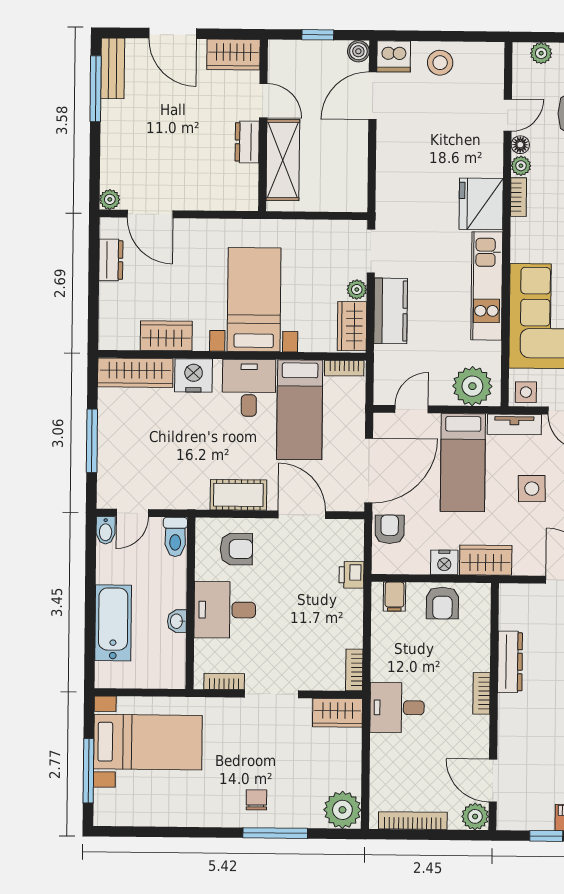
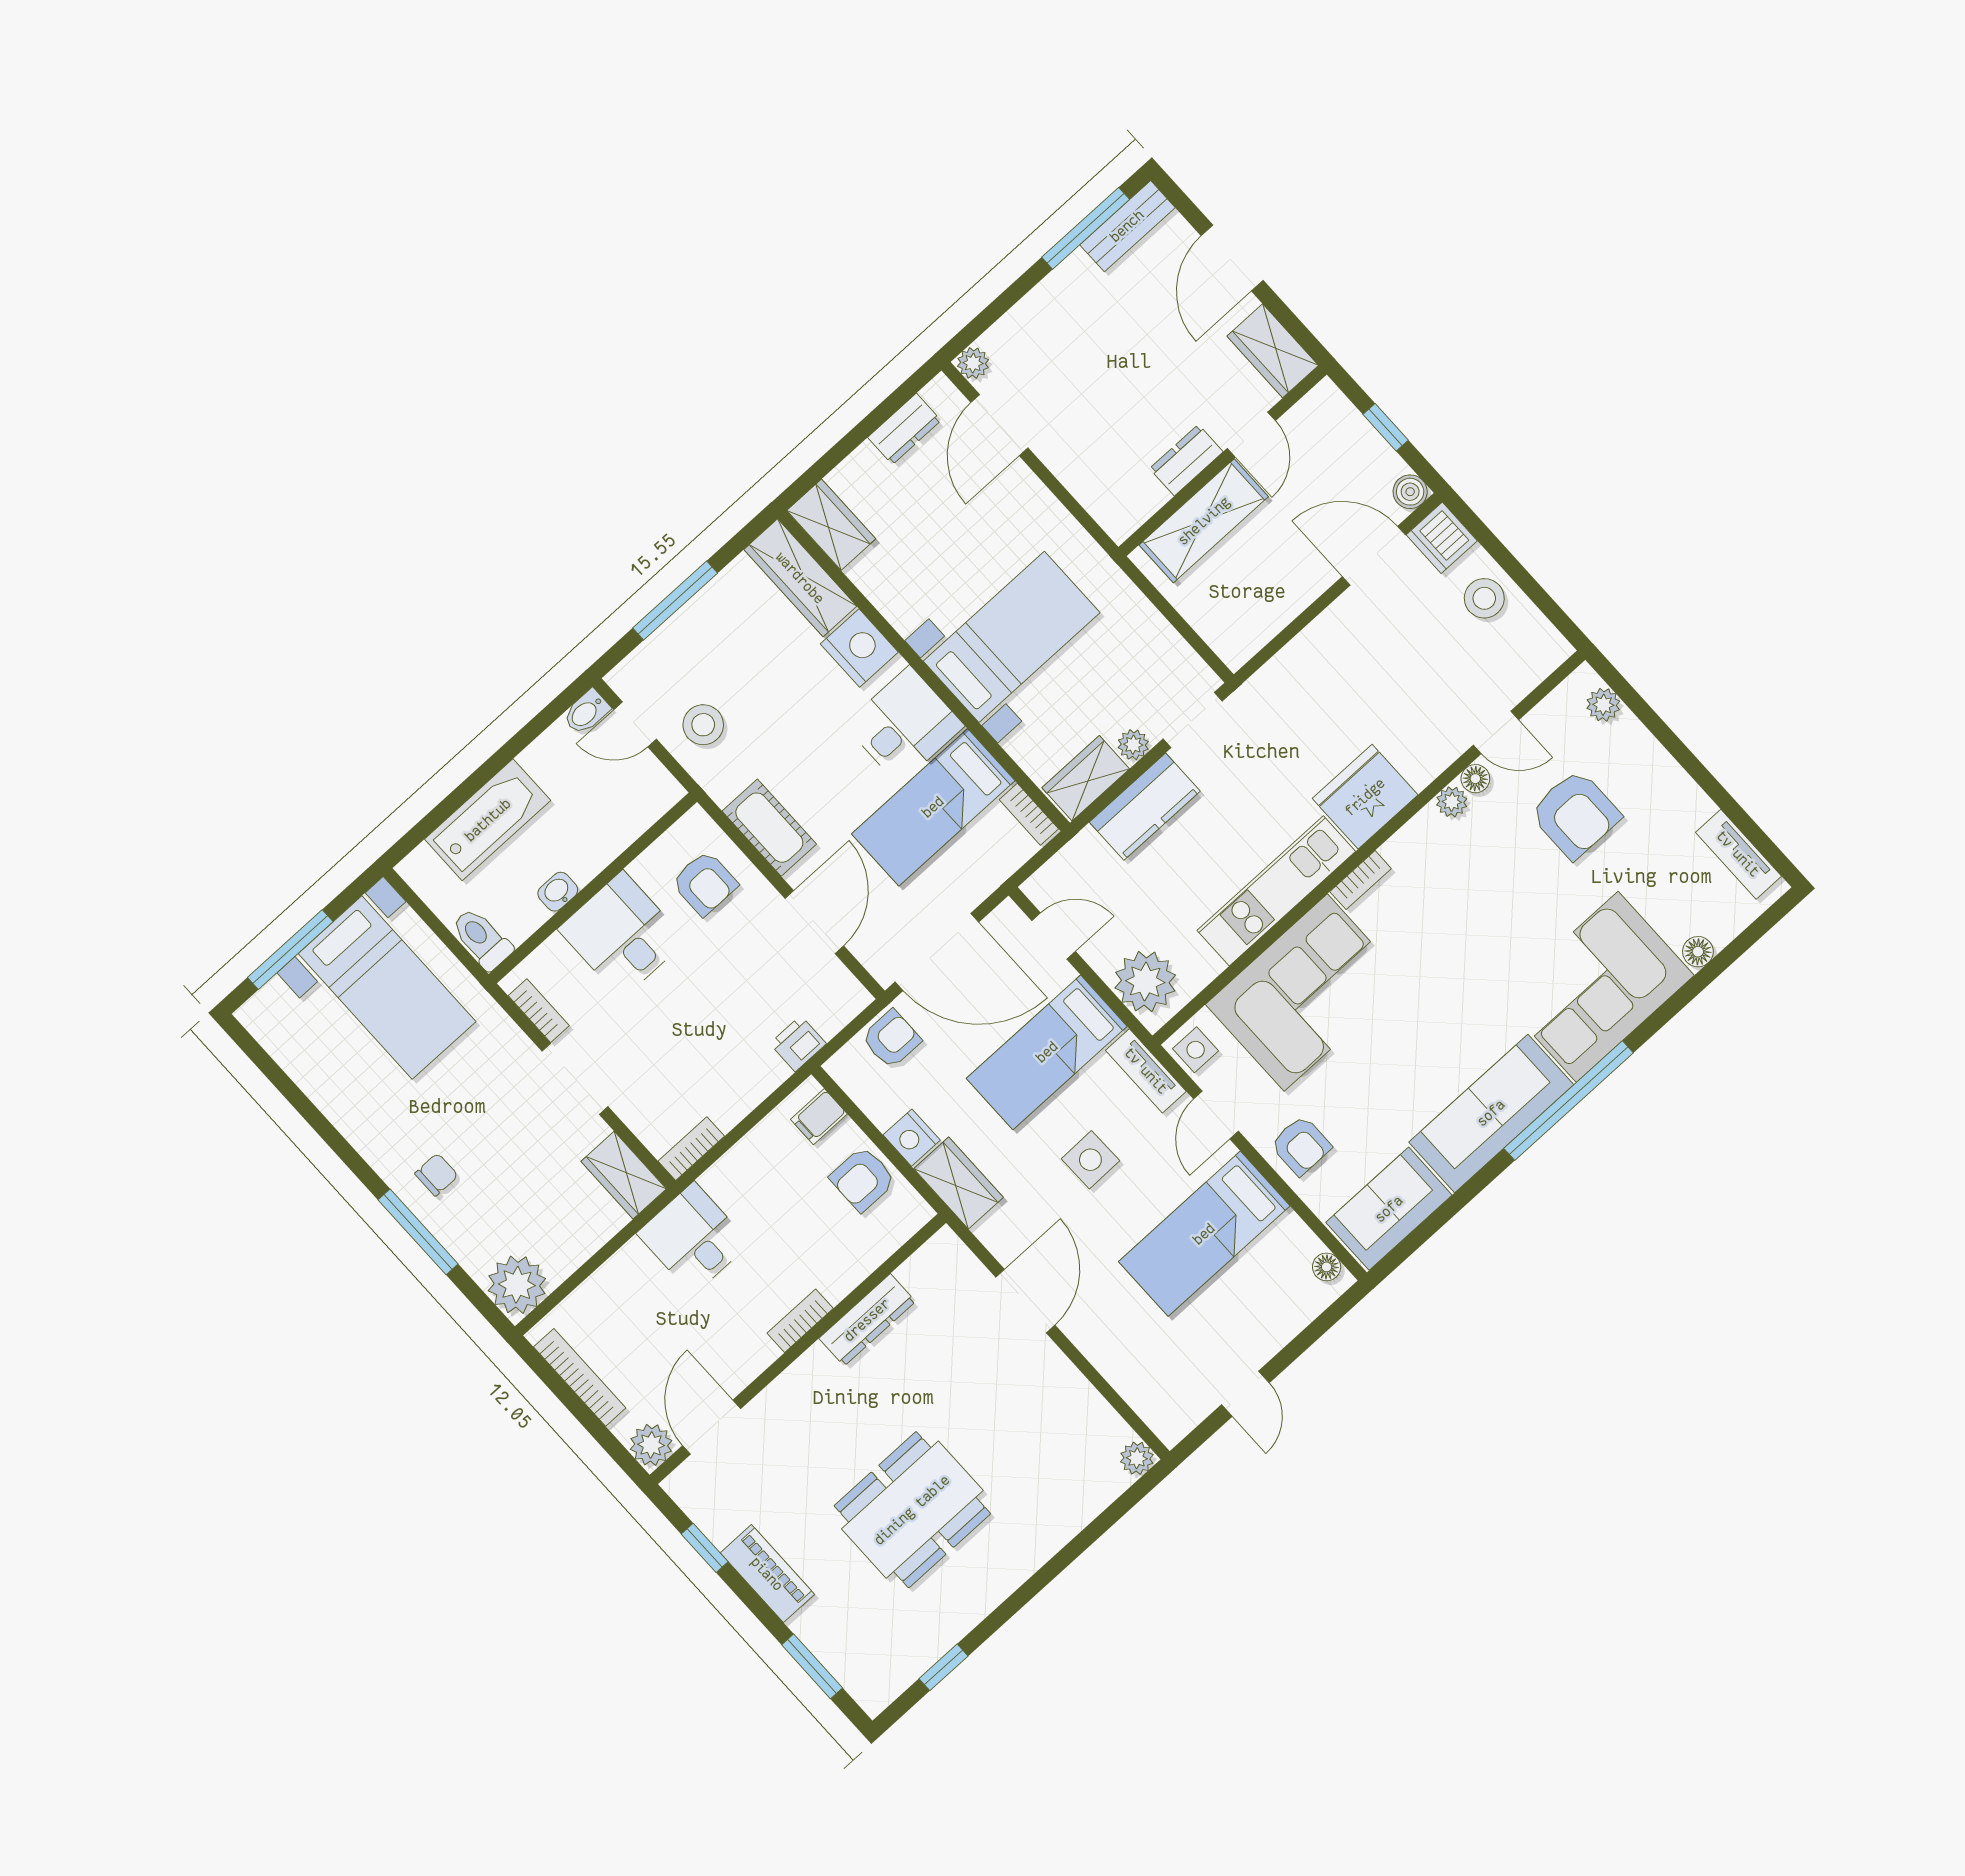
bookcase: (519, 197) -> (1361, 880), moved
wardrobe: (166, 336) -> (831, 525), moved
stool: (162, 481) -> (703, 725), added
toilet: (175, 537) -> (482, 939), moved, turned 90

